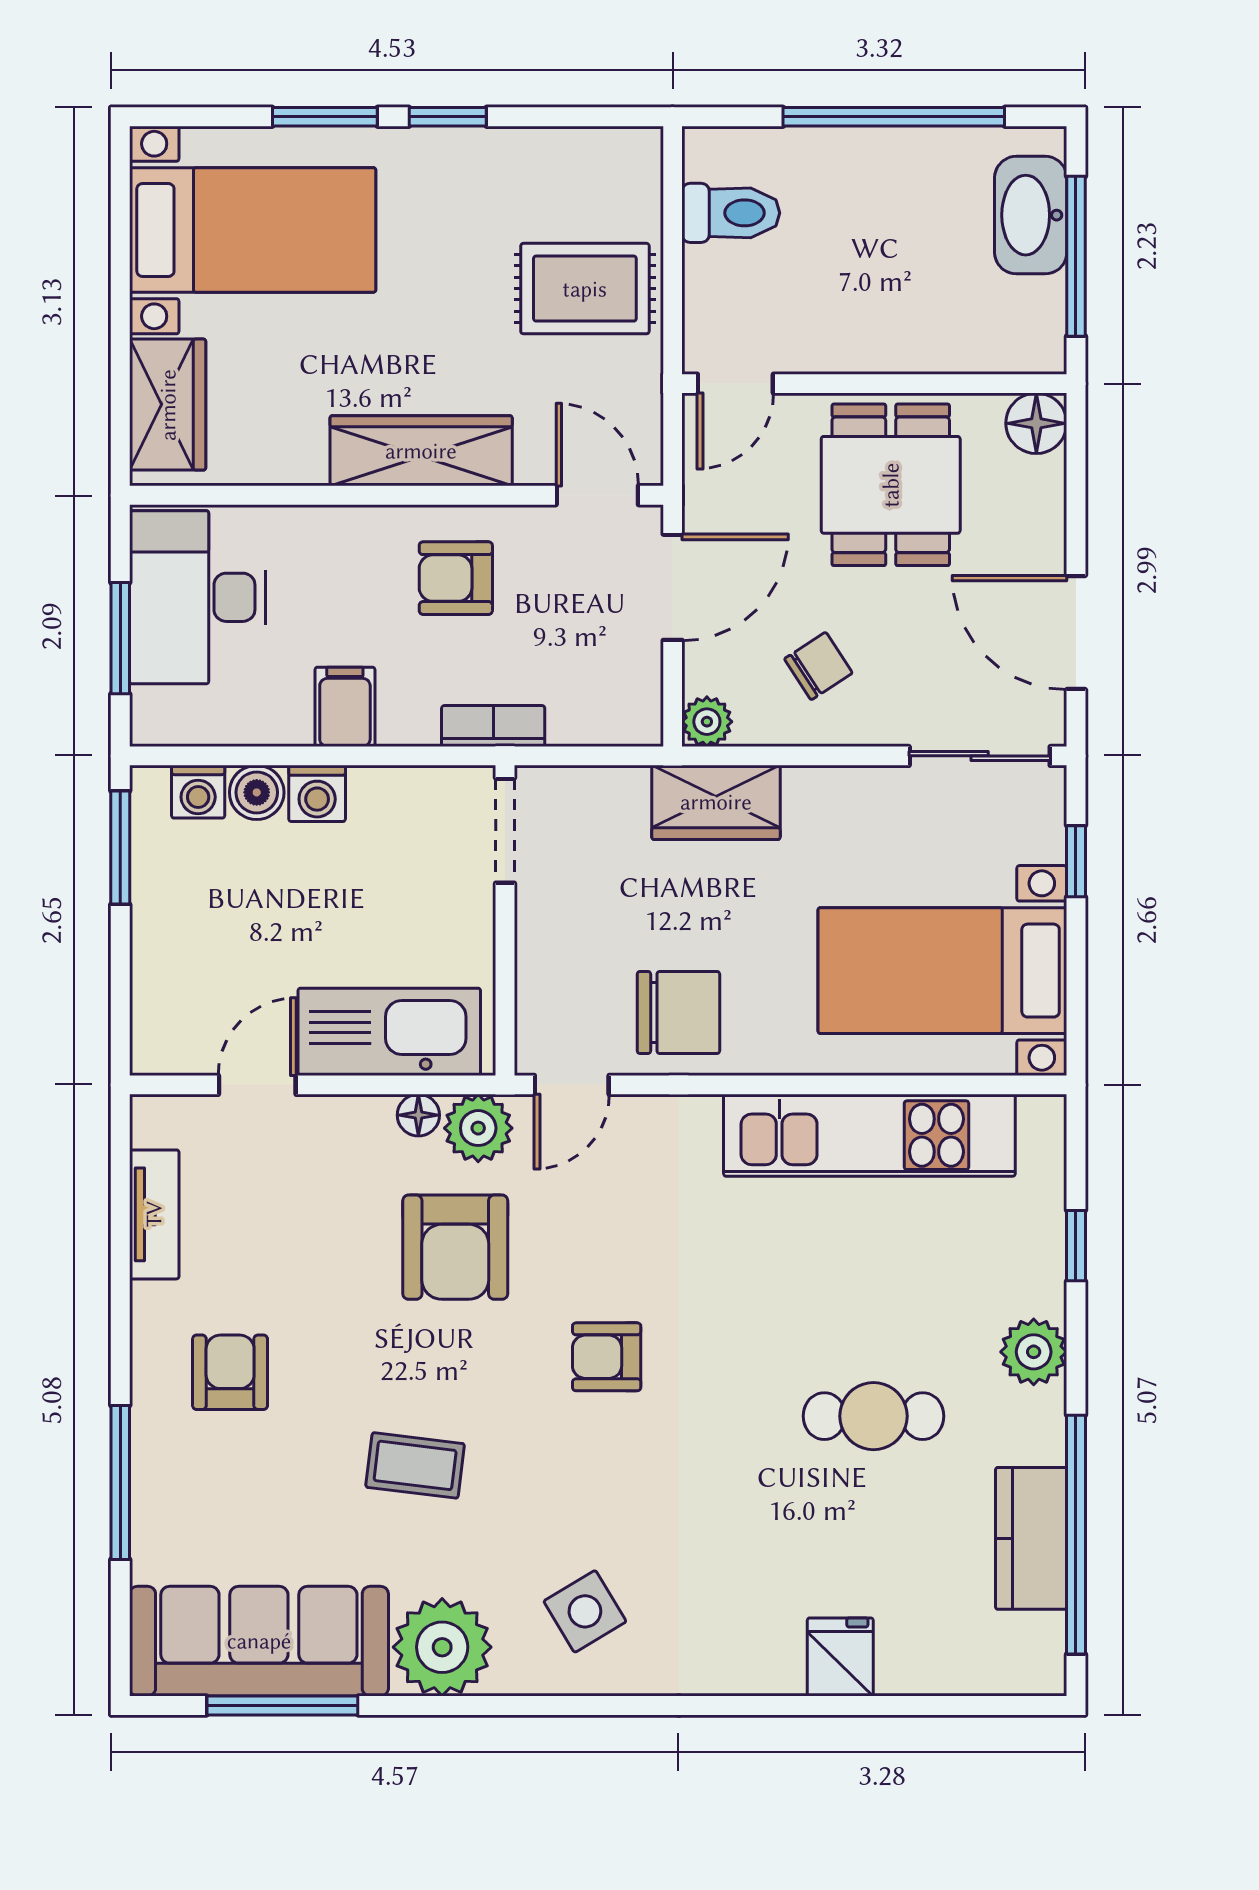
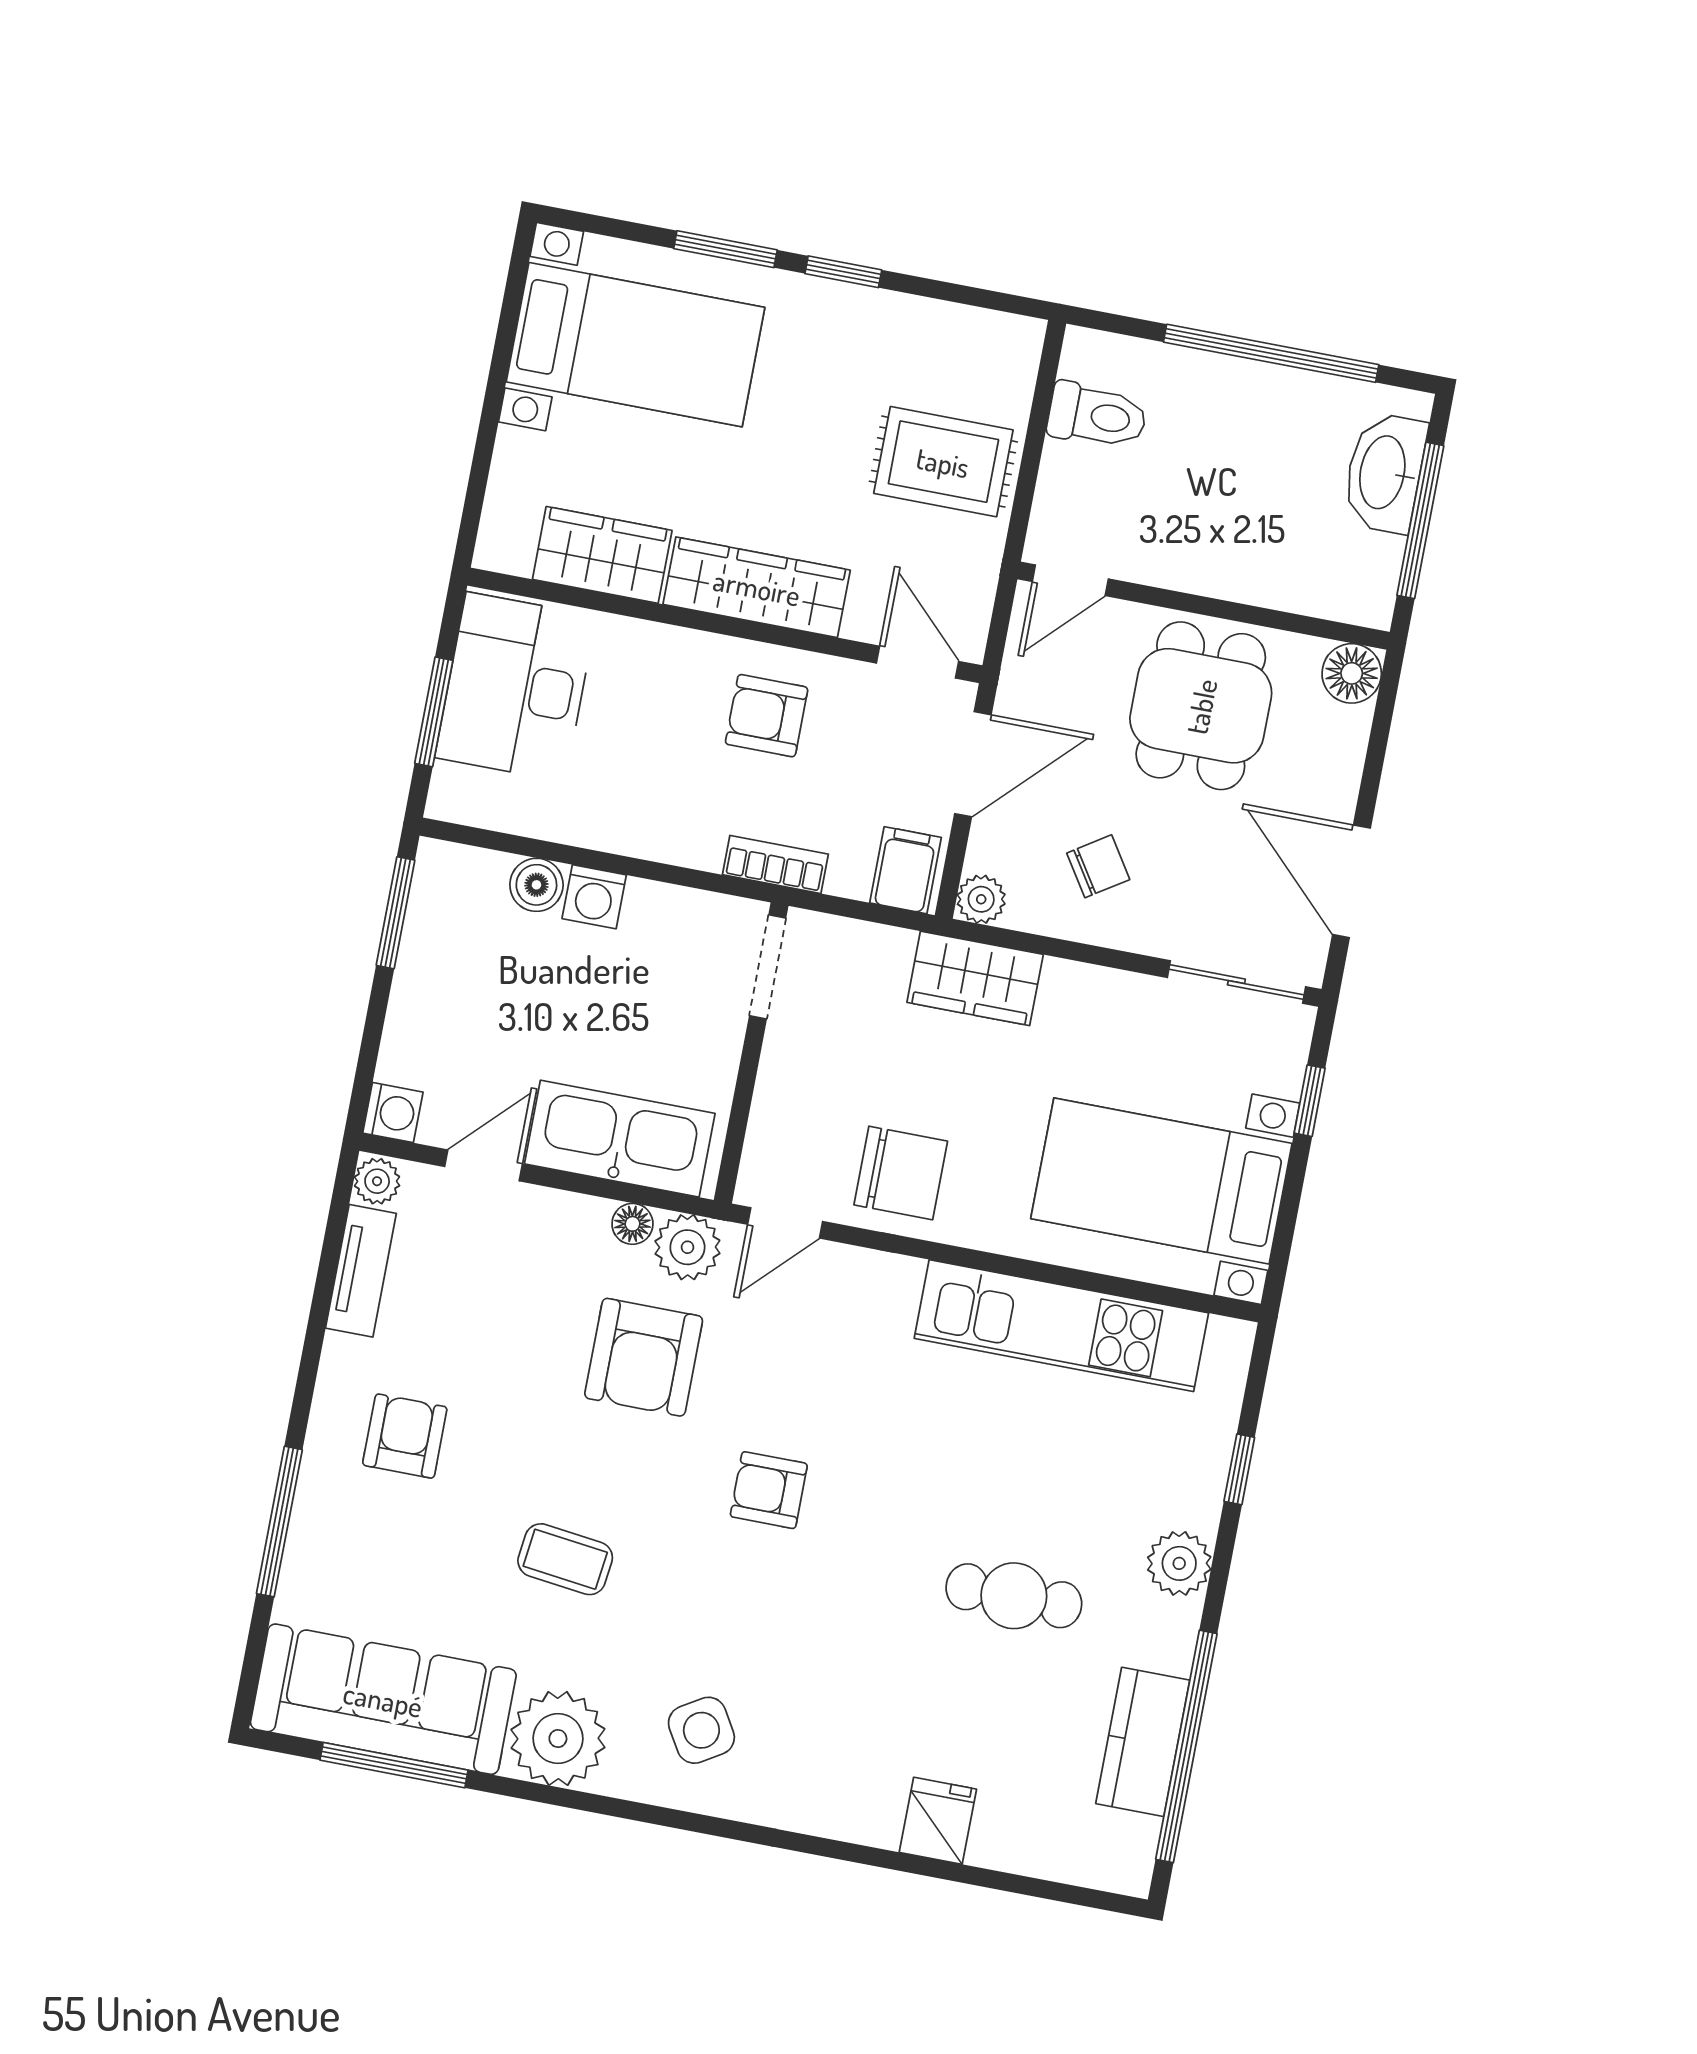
wardrobe: (168, 405) -> (602, 555), moved, turned -90
filing cabinet: (345, 707) -> (906, 870), moved
washing machine: (198, 792) -> (393, 1113), moved, turned -90
plant: (153, 1121) -> (377, 1181), added

